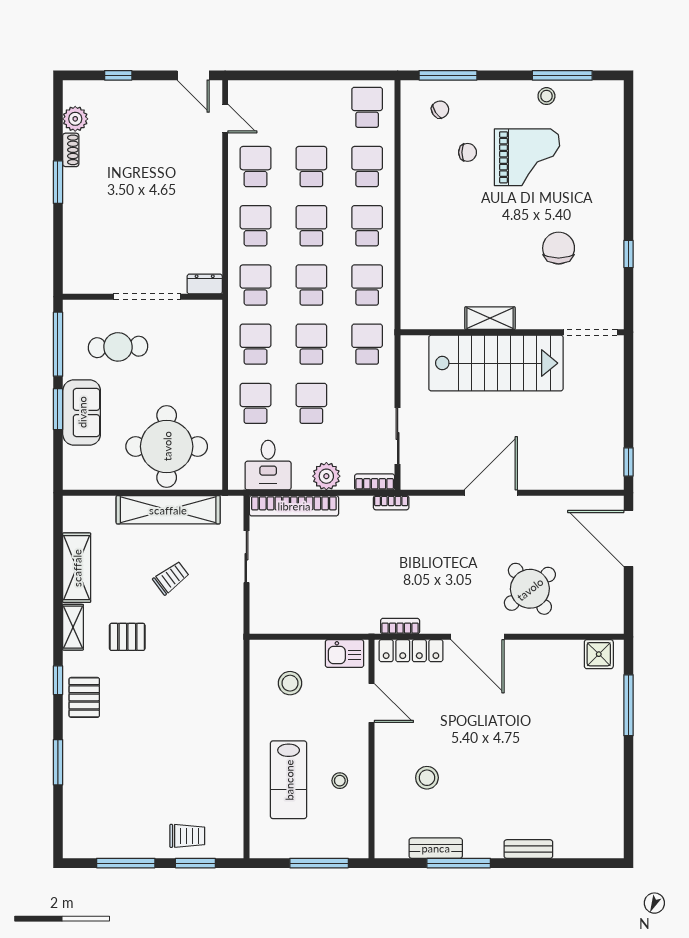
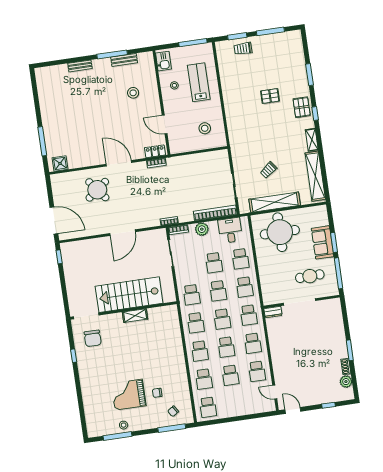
chair: (559, 248) -> (93, 338), moved
shelving: (77, 568) -> (315, 176), width x1.47
pallet: (127, 637) -> (270, 96), moved
locker: (411, 651) -> (155, 151), width x0.66
kitchen sink: (345, 654) -> (163, 61), moved, turned 90
window: (319, 863) -> (193, 43), moved

